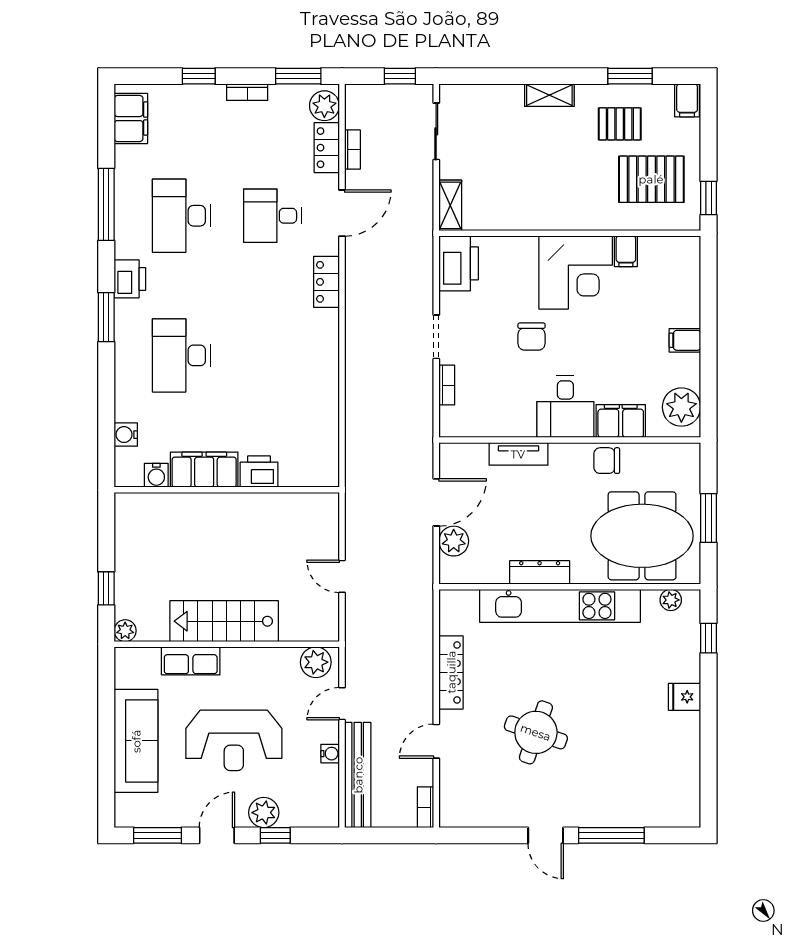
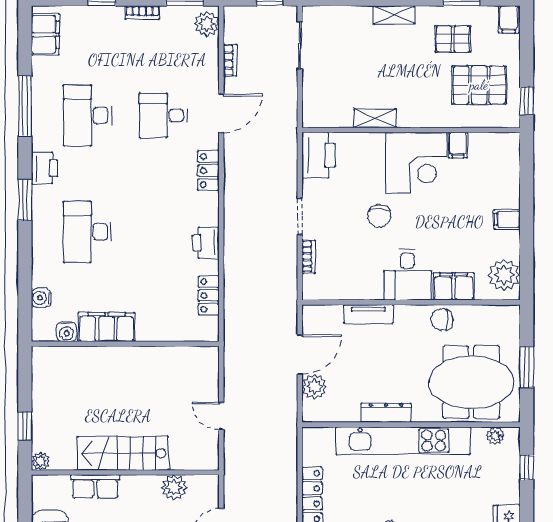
locker: (327, 148) -> (209, 296), moved
shelving: (450, 205) -> (375, 118), moved, turned 90
printer: (259, 472) -> (206, 243), moved, turned -90
plant: (316, 662) -> (174, 488), moved

